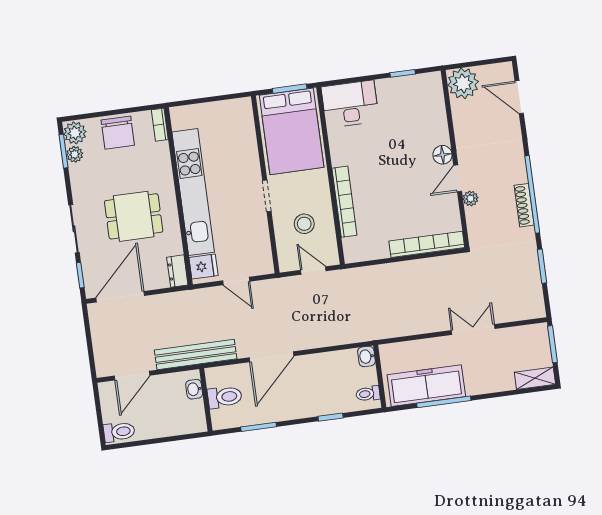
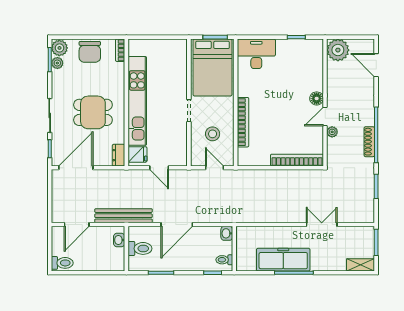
washbasin: (366, 356) -> (227, 233), moved
wall: (380, 376) -> (234, 249), moved
toilet: (368, 394) -> (224, 260), moved

